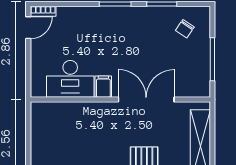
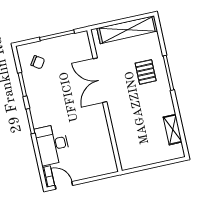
desk: (70, 79) -> (52, 145), moved, turned 180
filing cabinet: (103, 87) -> (97, 116), removed

